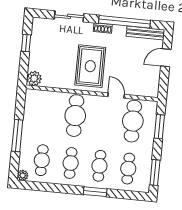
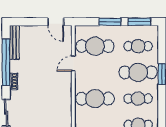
door: (166, 58) -> (56, 22), moved
rug: (90, 66) -> (49, 89), removed
window: (159, 127) -> (110, 22), moved
cafe table: (99, 166) -> (138, 72), width x1.37, depth x1.35

